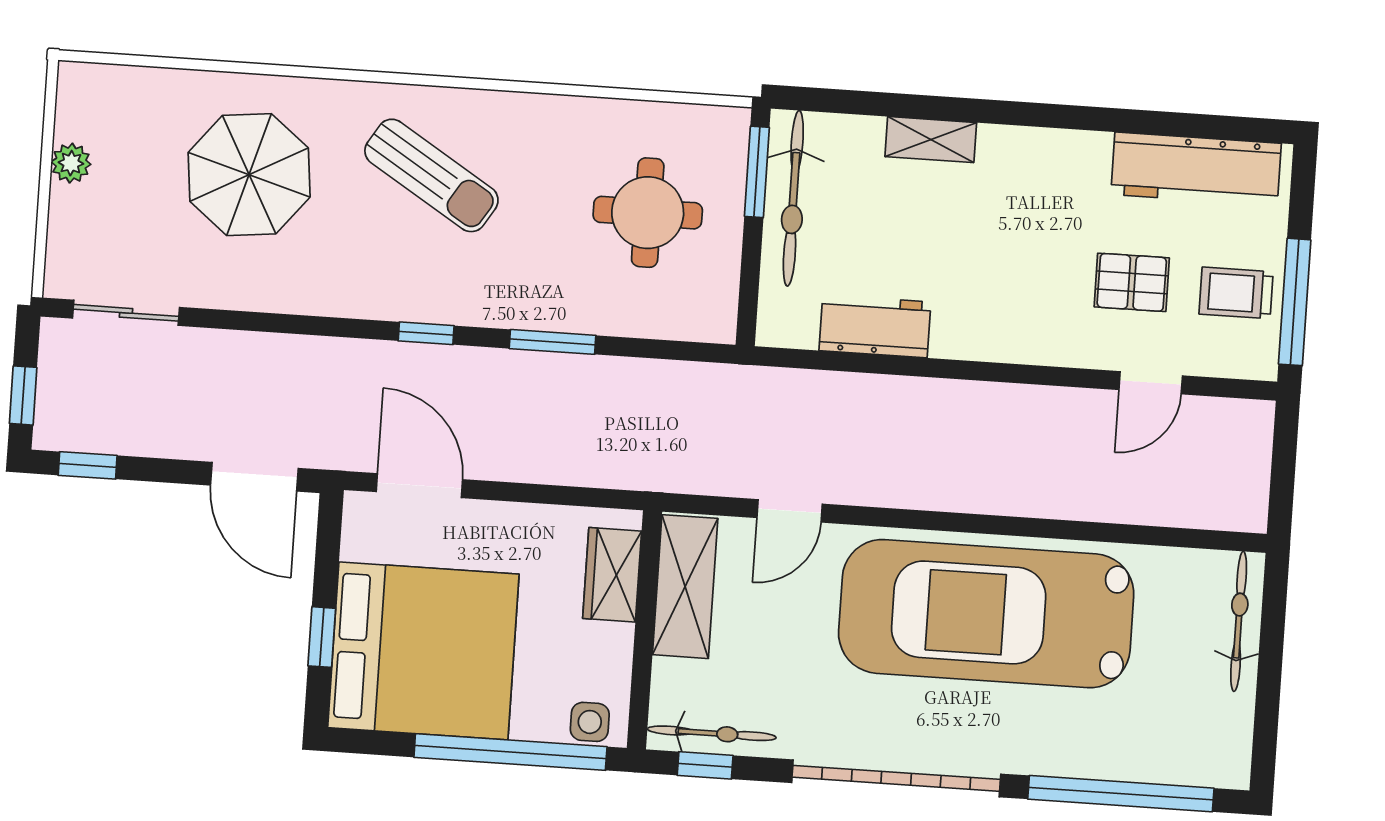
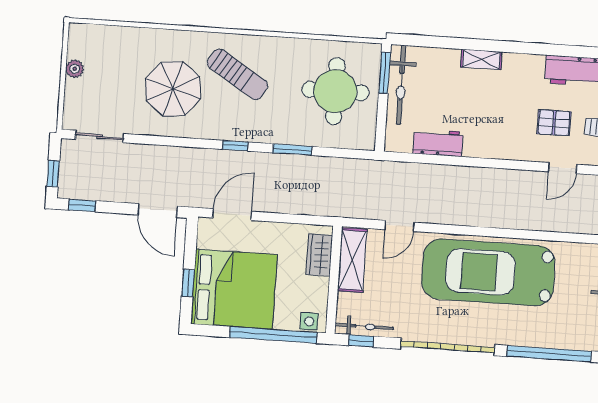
shelving: (931, 140) -> (481, 59), moved
parasol: (249, 175) -> (173, 89), moved
round table: (648, 213) -> (335, 91), width x1.36, depth x1.36
door: (419, 486) -> (232, 215), hinge flipped

